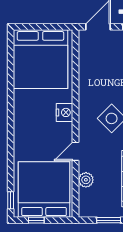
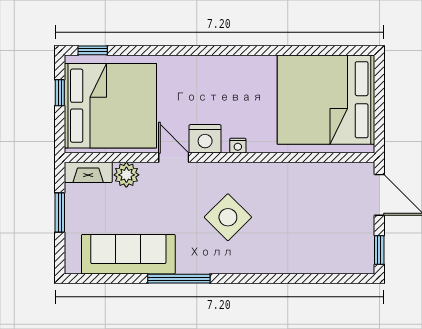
nightstand: (65, 112) -> (238, 146), width x0.53, depth x0.56
nightstand: (64, 132) -> (205, 139), added
fireplace: (84, 203) -> (88, 172), added

